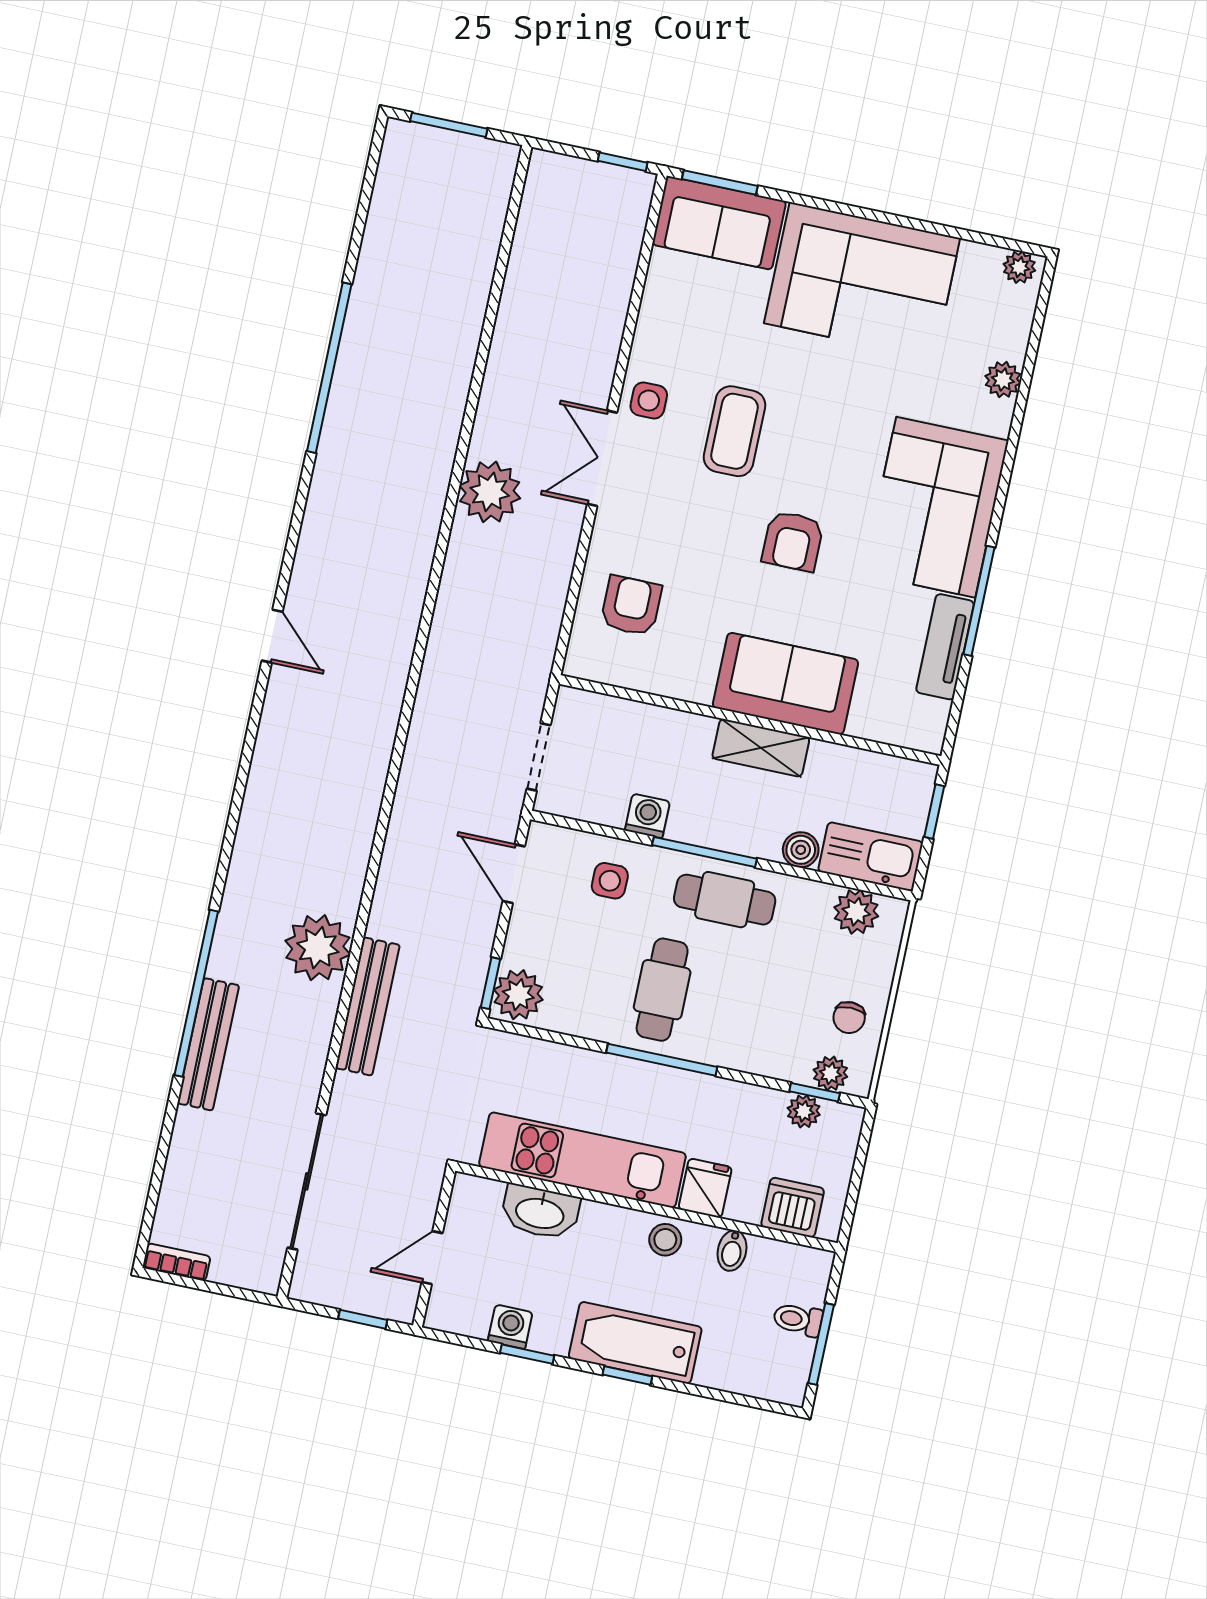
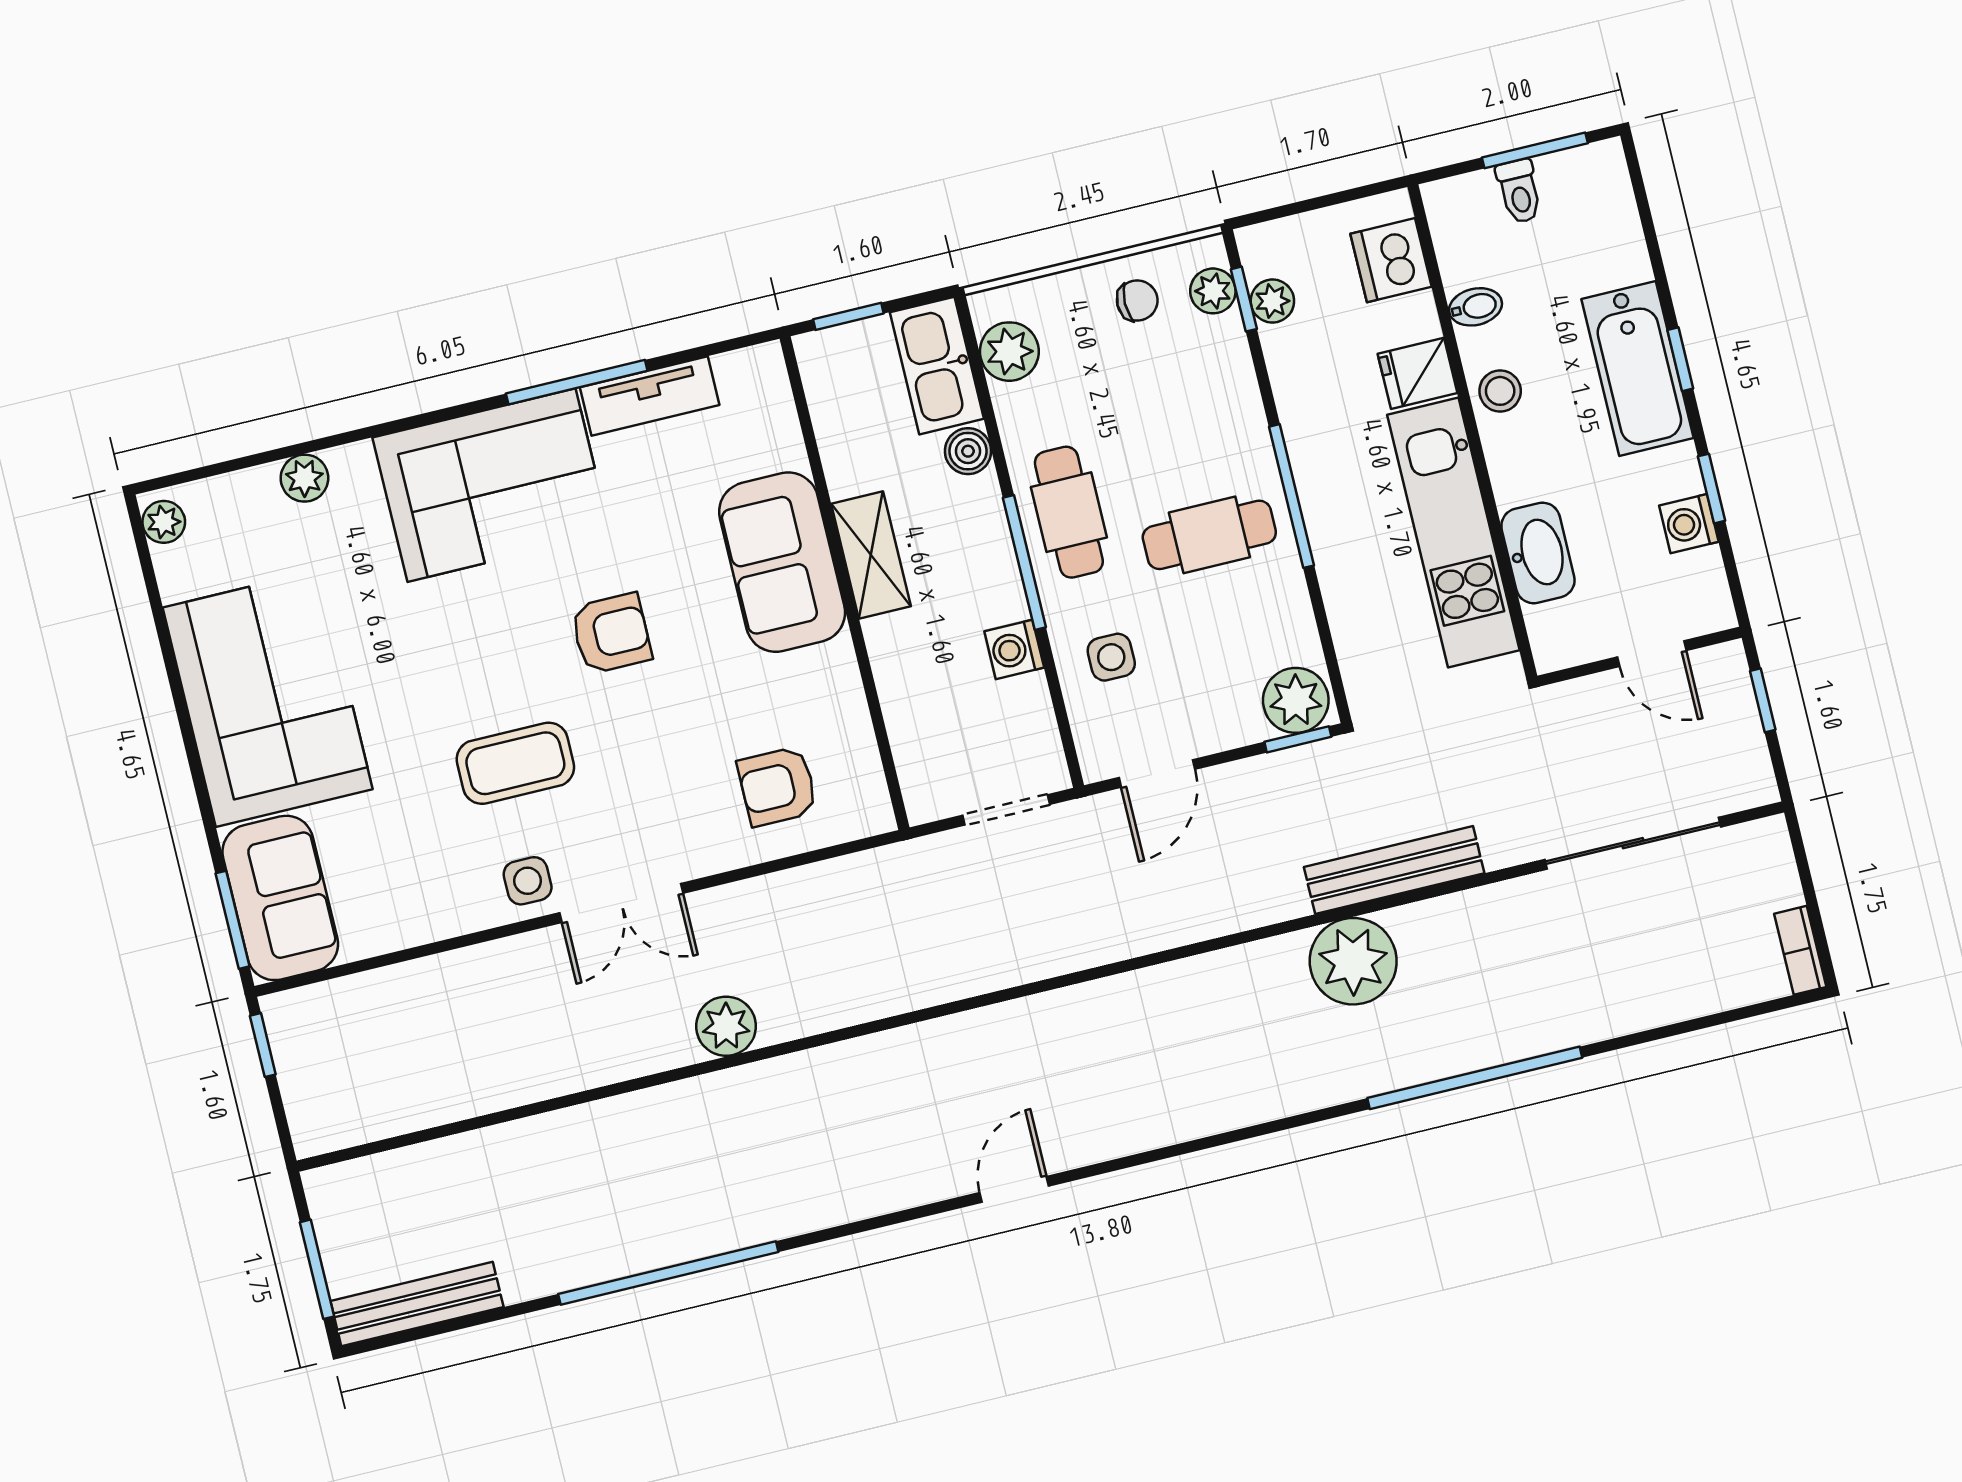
plant: (490, 492) -> (726, 1026), width x0.73, depth x0.73
bench: (208, 1044) -> (417, 1304), moved

